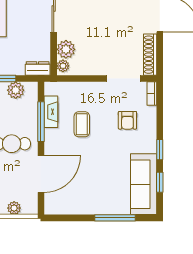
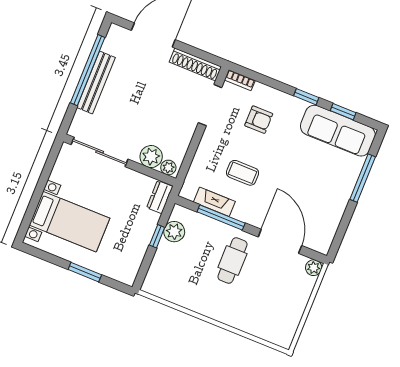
plant: (14, 208) -> (314, 268), moved

